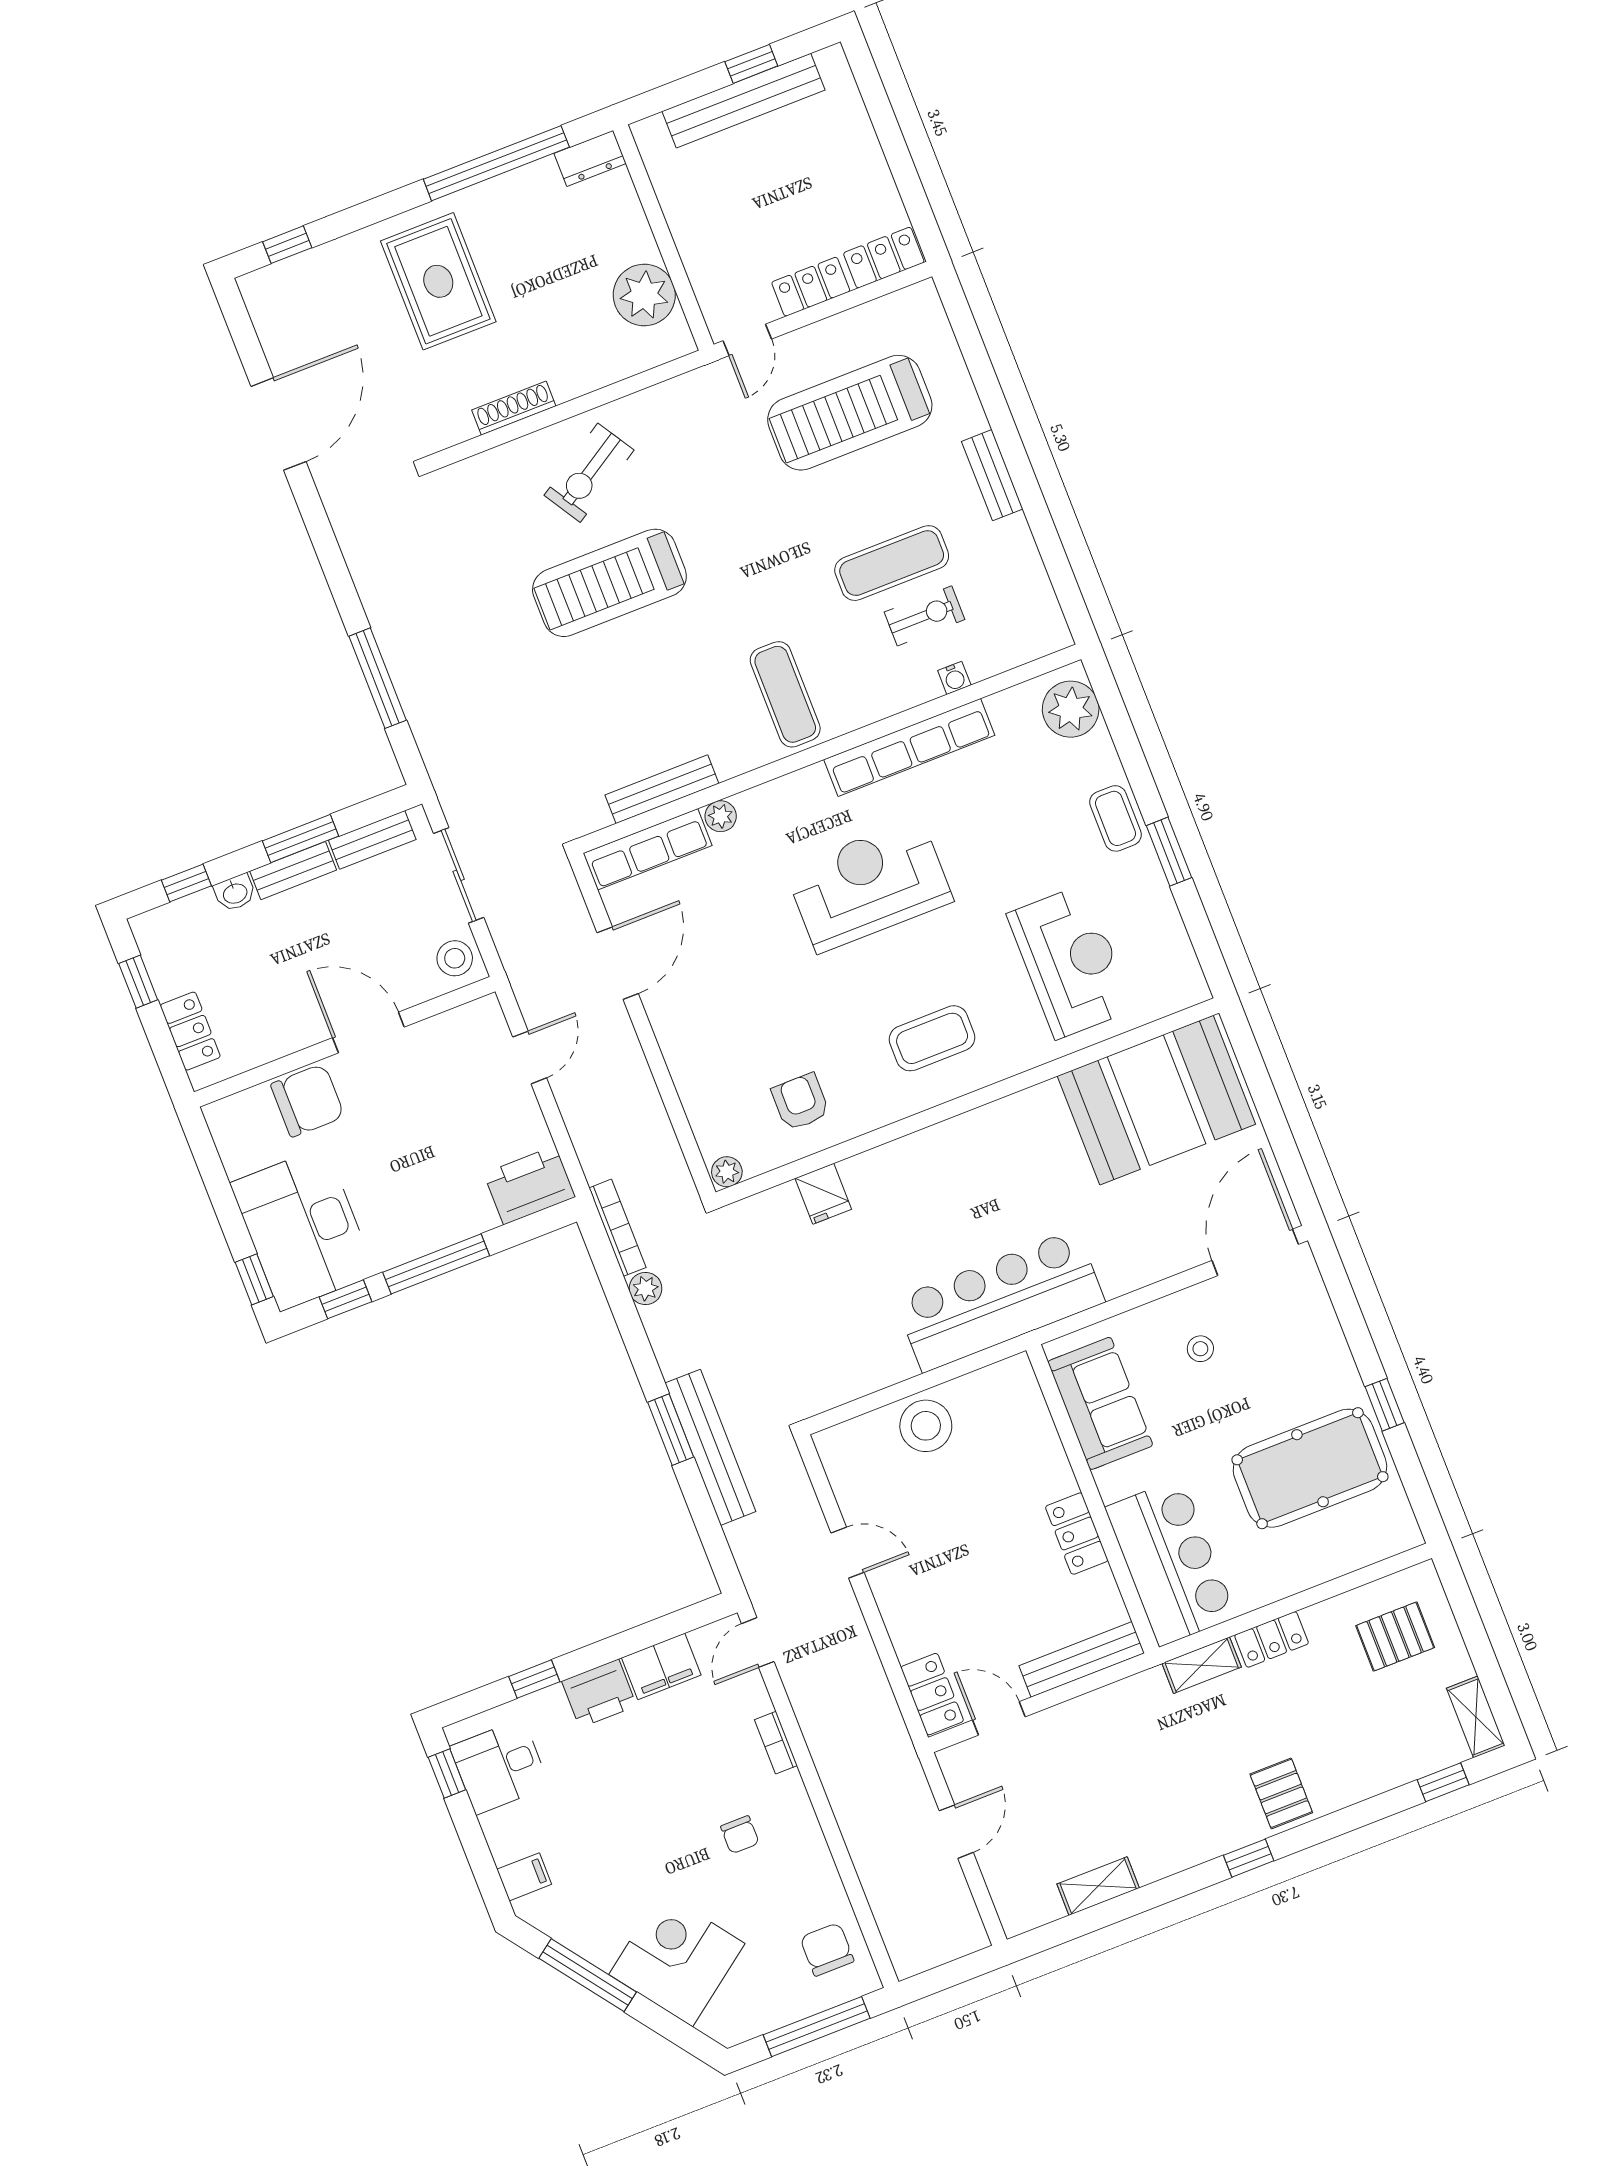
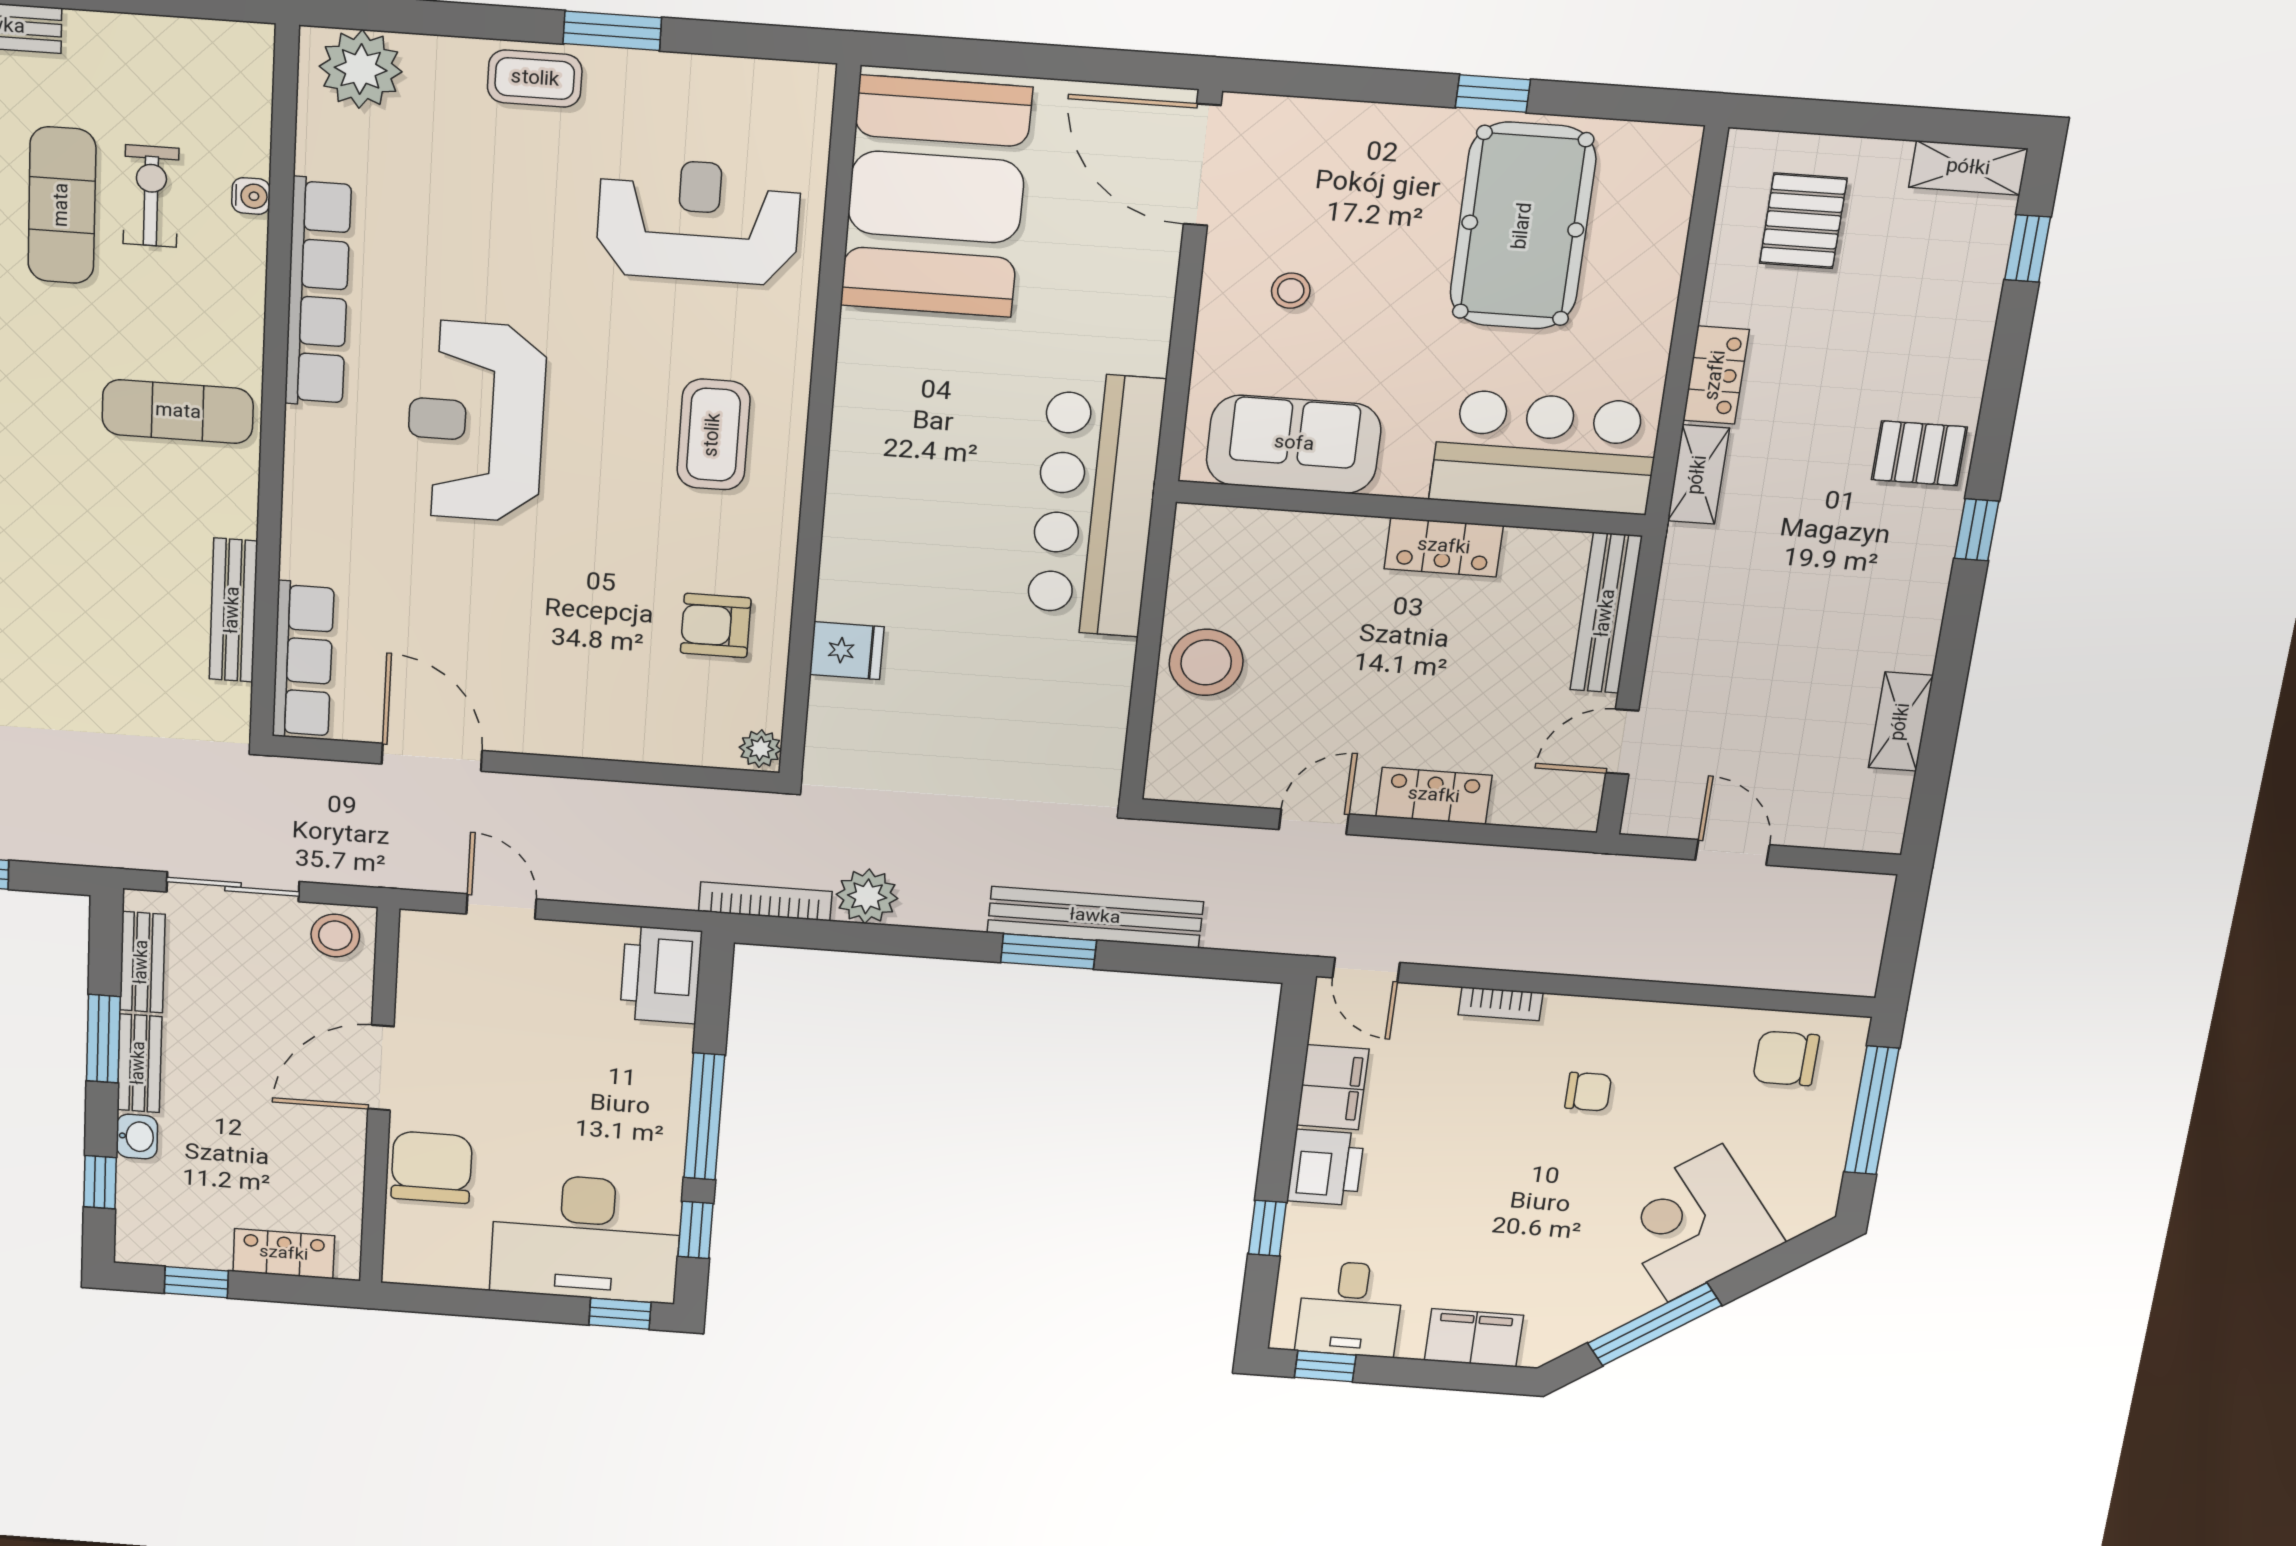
plant: (721, 816) -> (301, 557), removed
plant: (645, 1288) -> (867, 896), width x1.38, depth x1.38
locker: (932, 1694) -> (1434, 796), moved
filing cabinet: (524, 1877) -> (1474, 1338), width x2.00

